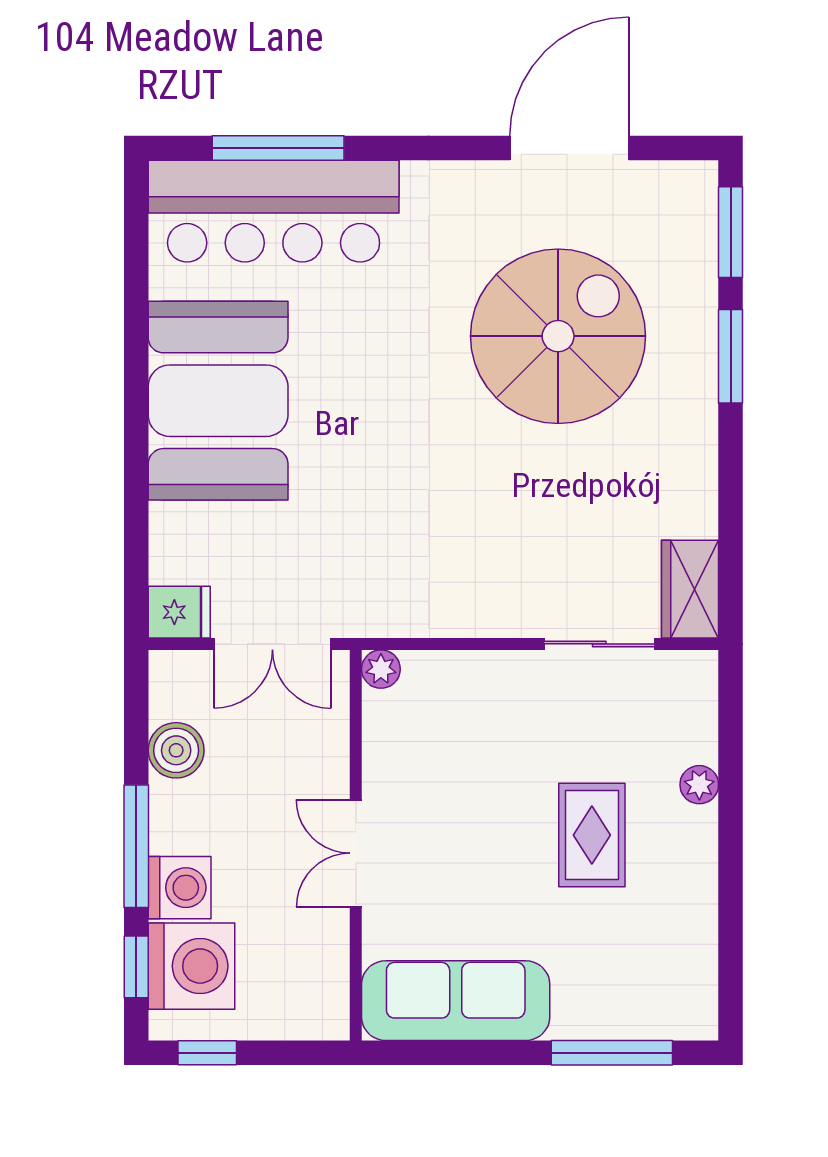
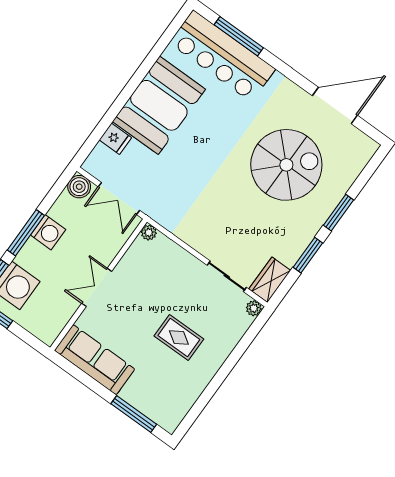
window: (731, 232) -> (308, 255), moved
fridge: (179, 612) -> (115, 139), moved
boiler: (176, 750) -> (79, 187), moved
plant: (699, 785) -> (254, 308), moved
rug: (592, 835) -> (179, 338), turned 90
washing machine: (180, 888) -> (48, 232), moved

